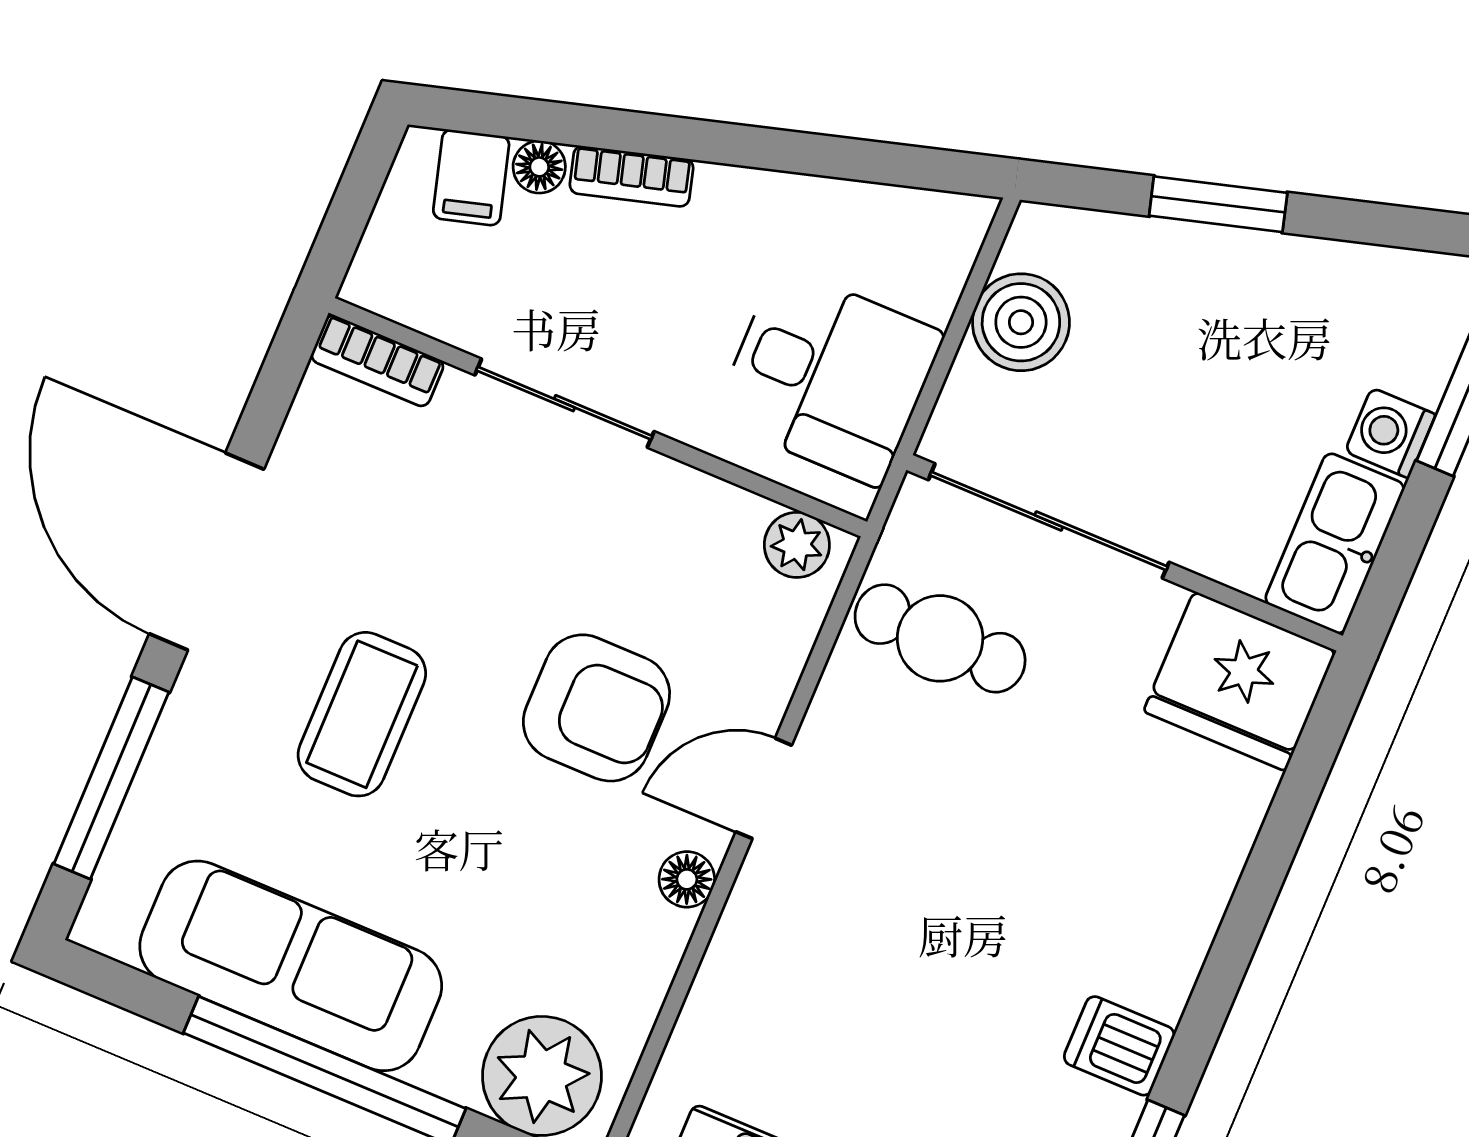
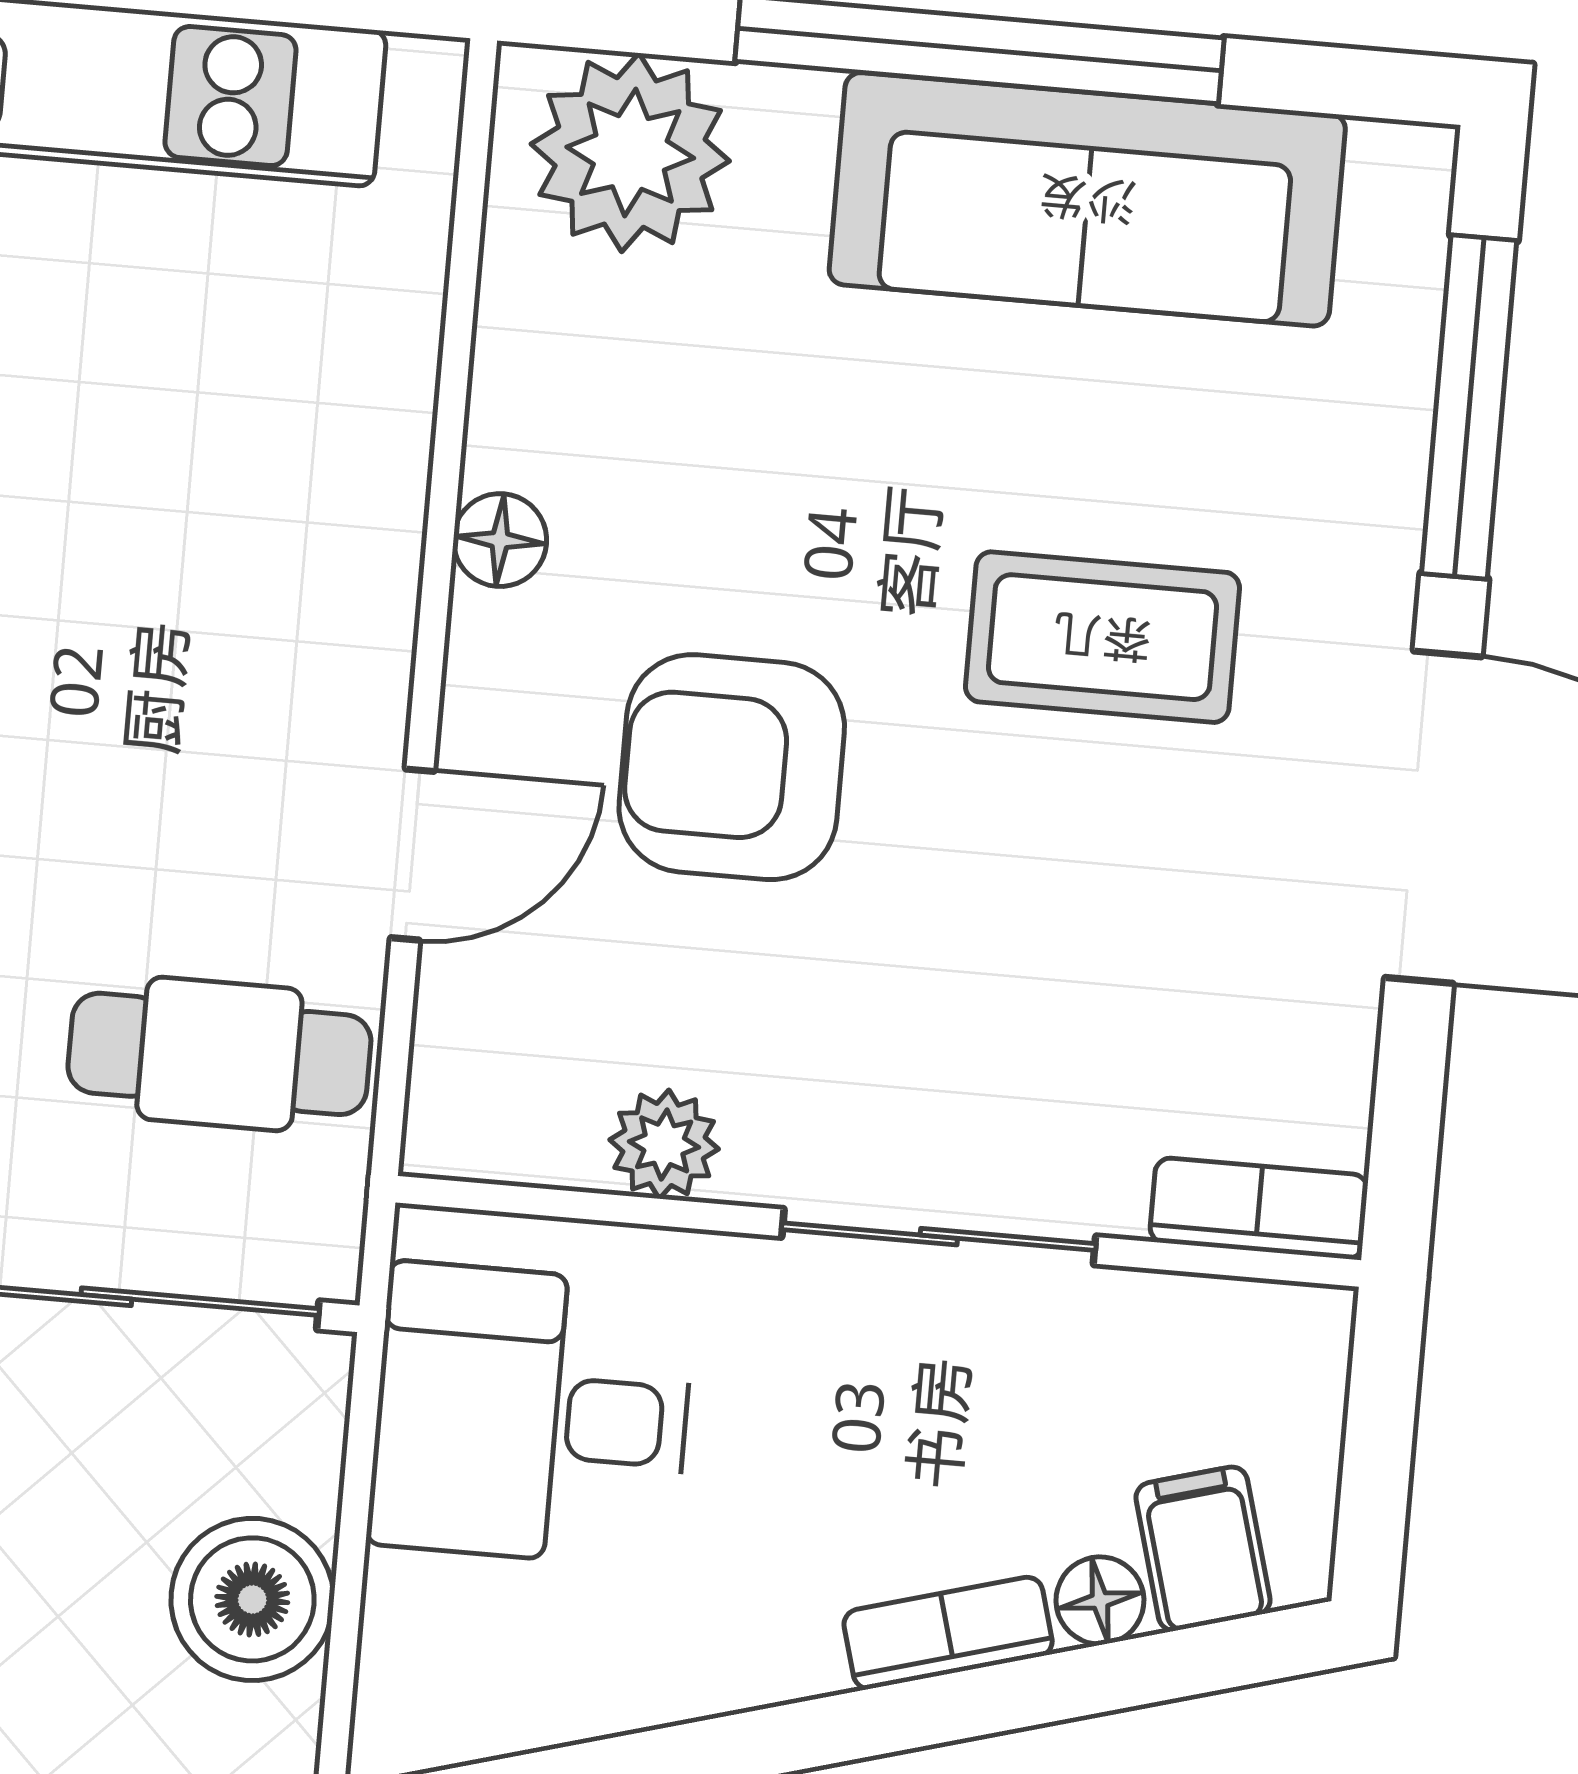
plant: (797, 545) -> (664, 1144), moved
coffee table: (362, 714) -> (1102, 637), turned 90
door: (764, 788) -> (412, 854), moved

